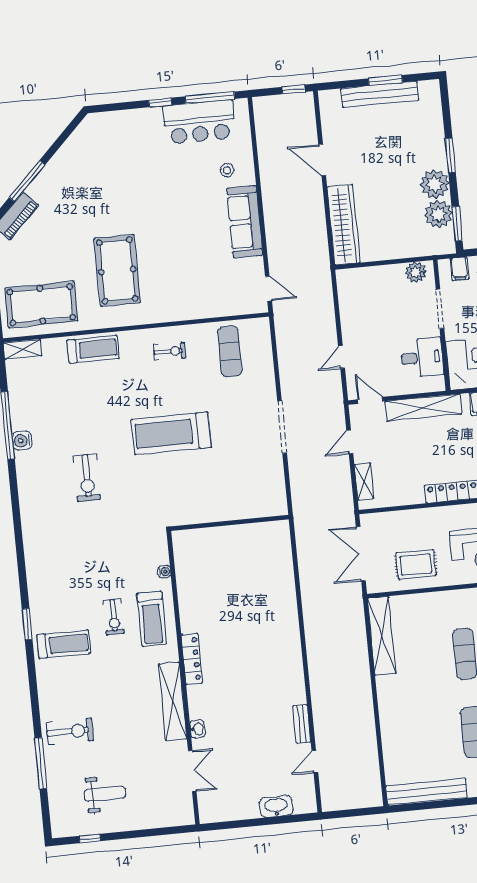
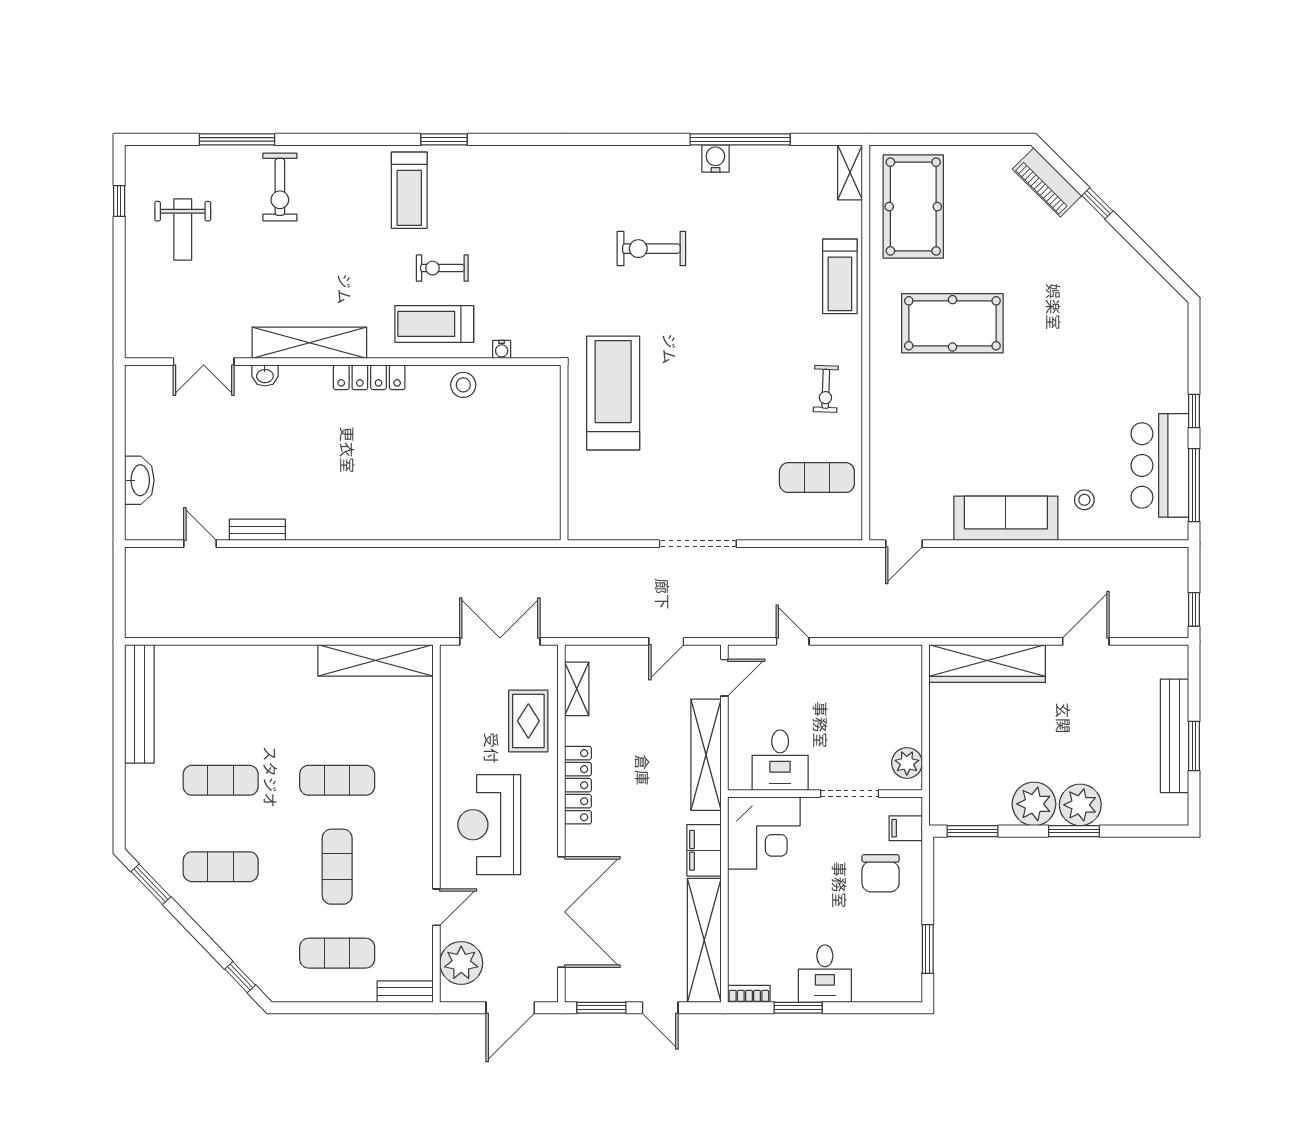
window: (27, 181) -> (1097, 203), width x0.46
plant: (438, 214) -> (1080, 805), moved
treadmill: (171, 433) -> (613, 393), moved
door: (350, 442) -> (666, 641), swing flipped
shelving: (364, 482) -> (577, 689), moved, turned 90
rug: (416, 564) -> (528, 721), moved
stool: (191, 595) -> (463, 385), added

